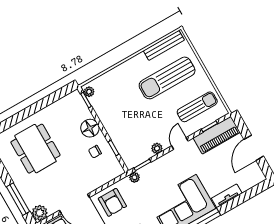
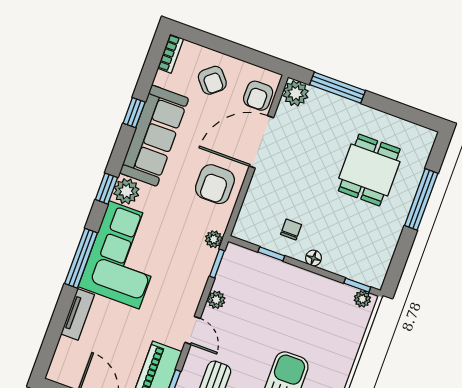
window: (23, 115) -> (421, 199), added
floor lamp: (90, 128) -> (313, 258), width x0.53, depth x0.53
dining table: (35, 149) -> (369, 170), width x0.73
armchair: (112, 202) -> (215, 184), turned -90

